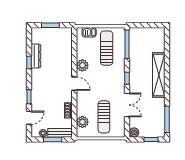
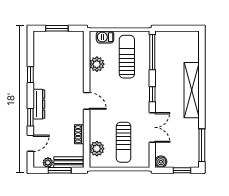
dresser: (36, 56) -> (39, 104), moved
plant: (82, 65) -> (97, 64), moved

